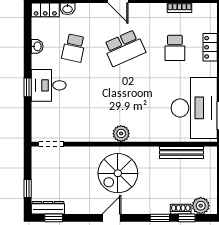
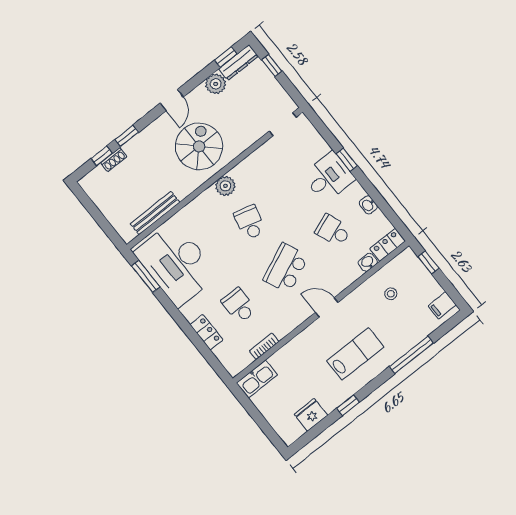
school desk: (74, 48) -> (333, 230), turned -33
school desk: (124, 97) -> (250, 222), added
plant: (201, 206) -> (216, 84), moved

